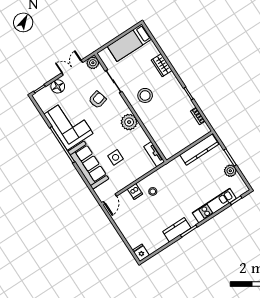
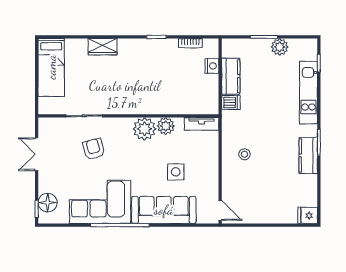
plant: (93, 63) -> (166, 126), moved
floor lamp: (58, 86) -> (48, 203), moved
stool: (145, 95) -> (125, 90), removed
nightstand: (193, 138) -> (212, 66), added
kitchen counter: (199, 150) -> (231, 76), width x0.67
dishwasher: (135, 191) -> (231, 103), moved

